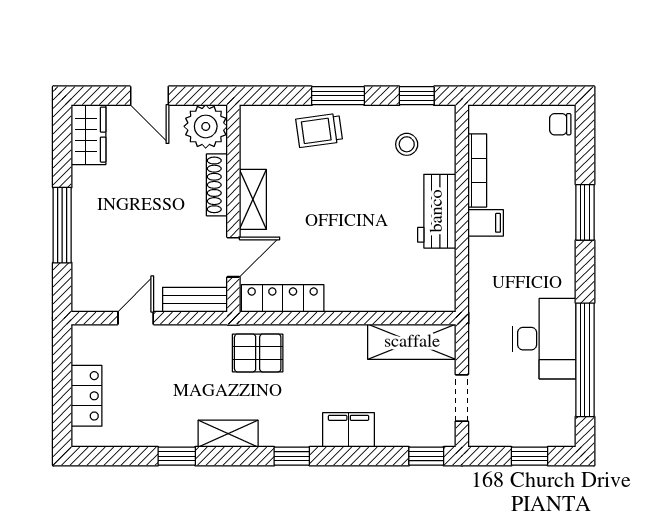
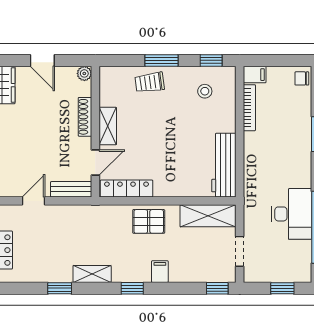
plant: (206, 126) -> (84, 73), width x0.53, depth x0.53
workbench: (437, 211) -> (224, 165), moved, width x1.38
filing cabinet: (486, 223) -> (255, 75), moved
pallet: (258, 353) -> (149, 221), moved
filing cabinet: (349, 430) -> (160, 272), width x0.50

